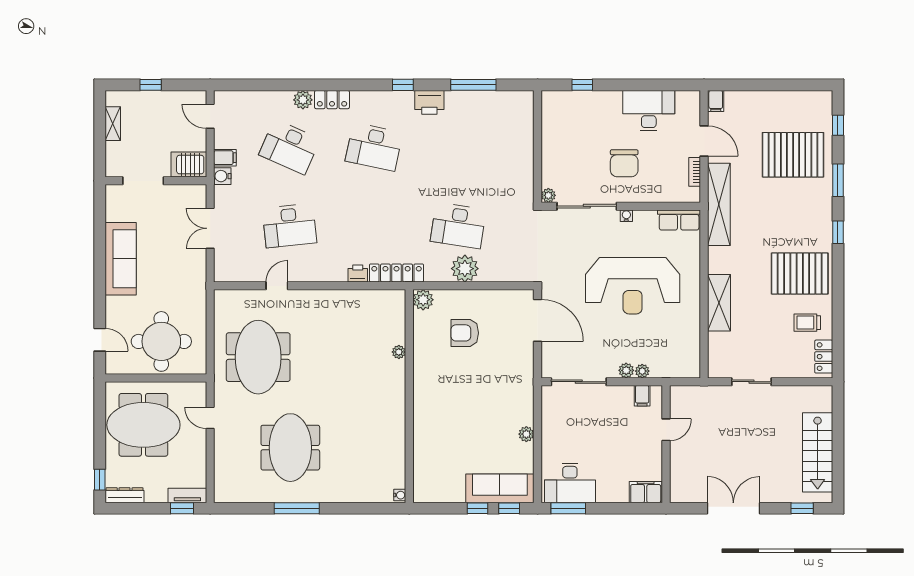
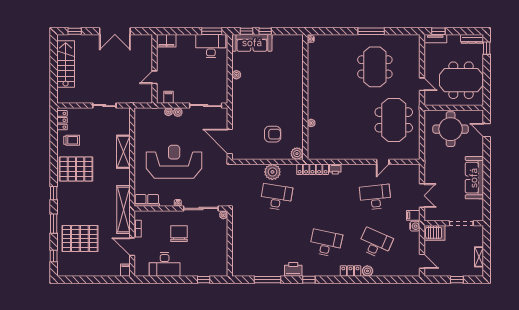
filing cabinet: (225, 158) -> (413, 215), moved

